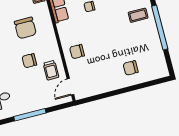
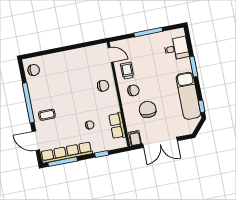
chair: (29, 61) -> (133, 90), moved
chair: (131, 68) -> (34, 70), moved
door: (71, 87) -> (111, 55), hinge flipped

